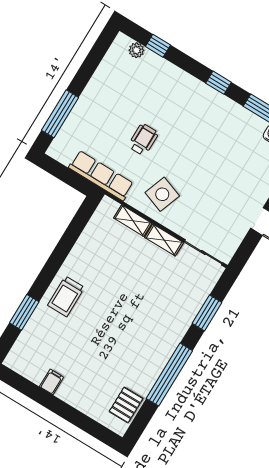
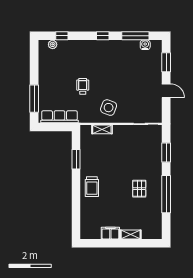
row of seats: (101, 176) -> (59, 117), moved
shelving: (164, 240) -> (131, 234), moved
window: (24, 312) -> (76, 159), moved
filing cabinet: (52, 382) -> (110, 233), width x2.00
pallet: (126, 405) -> (139, 189), moved

